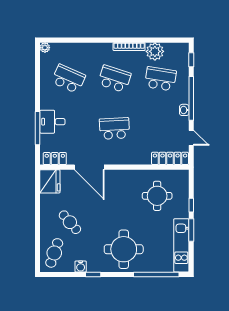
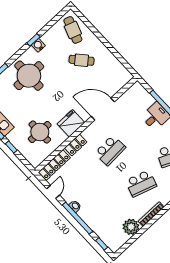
school desk: (160, 79) -> (110, 212), removed
door: (191, 138) -> (53, 192), swing flipped
locker: (55, 159) -> (76, 145), moved
fridge: (50, 181) -> (71, 123), moved, turned 90
water cooler: (81, 267) -> (38, 45), moved

